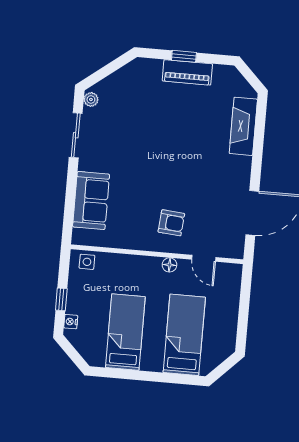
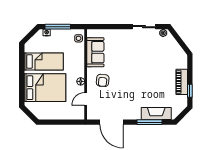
window: (184, 56) -> (190, 91), moved
window: (259, 141) -> (149, 122), added
sofa: (91, 201) -> (95, 52), moved, turned -90
window: (61, 299) -> (58, 27), width x2.17
bed: (184, 335) -> (45, 88), width x1.50

